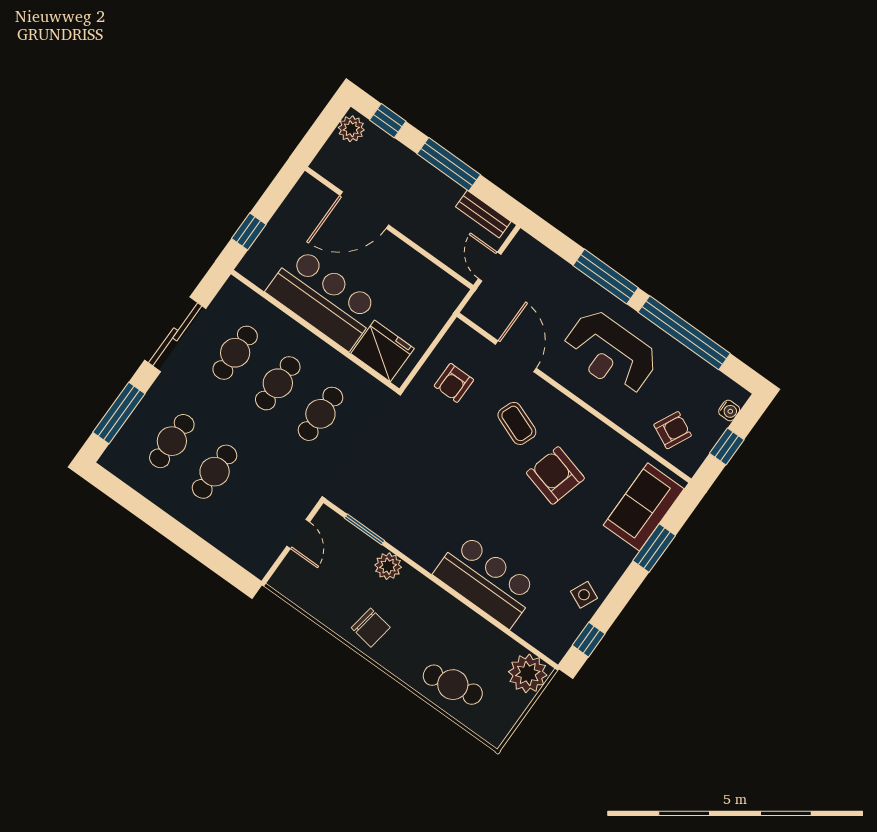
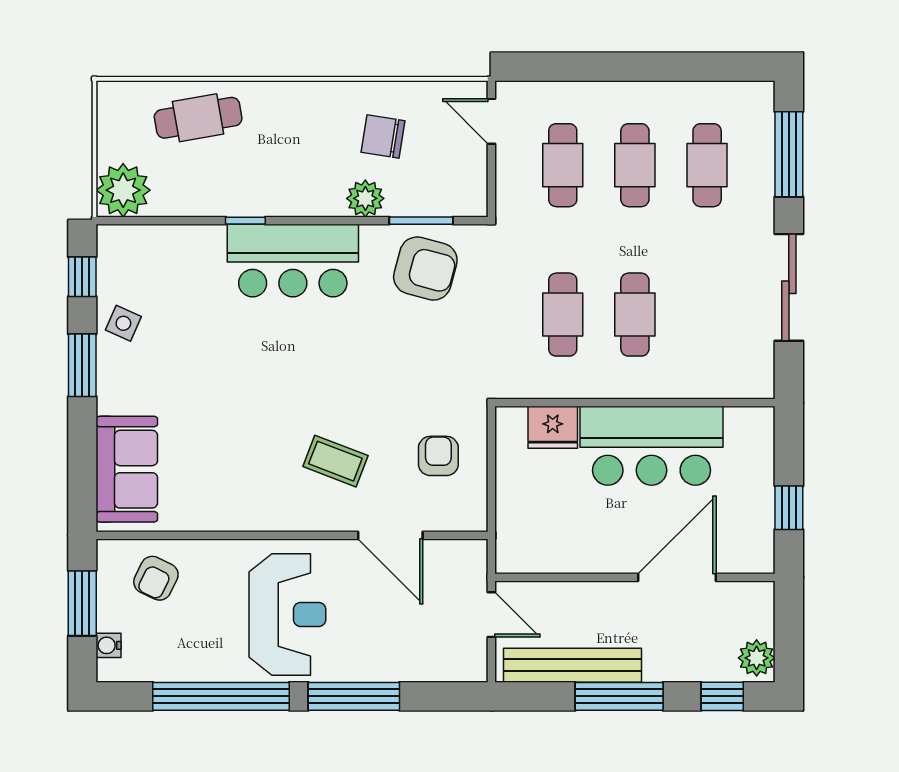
bench: (483, 214) -> (572, 665), width x1.86, depth x1.21
window: (249, 232) -> (789, 508), moved
fridge: (382, 351) -> (553, 427), width x0.73, depth x0.75
cafe table: (235, 353) -> (563, 165), moved
reception desk: (610, 353) -> (287, 614), turned 90
window: (727, 447) -> (82, 603), width x1.50
armchair: (555, 475) -> (425, 269), moved
door: (298, 534) -> (491, 121), moved
window: (654, 548) -> (82, 365), moved
bar counter: (486, 581) -> (293, 261), moved
window: (468, 604) -> (245, 221), added
chair: (371, 628) -> (383, 136), moved

